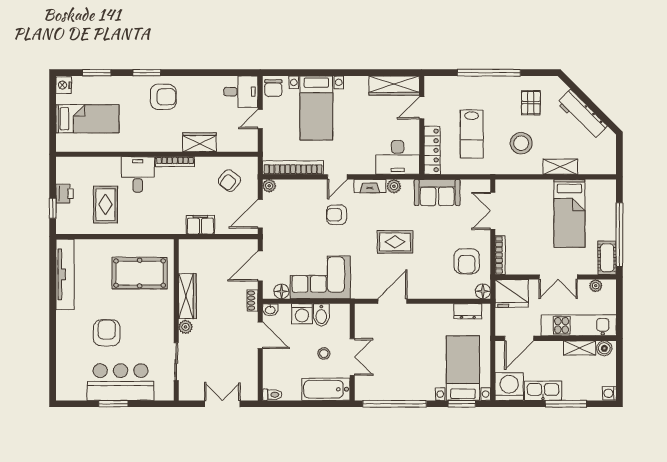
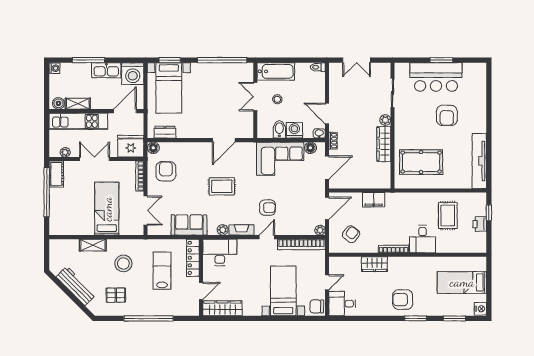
chair: (273, 88) -> (317, 306), turned -90
pallet: (531, 103) -> (116, 295), turned 90
bed: (569, 213) -> (107, 209), moved

